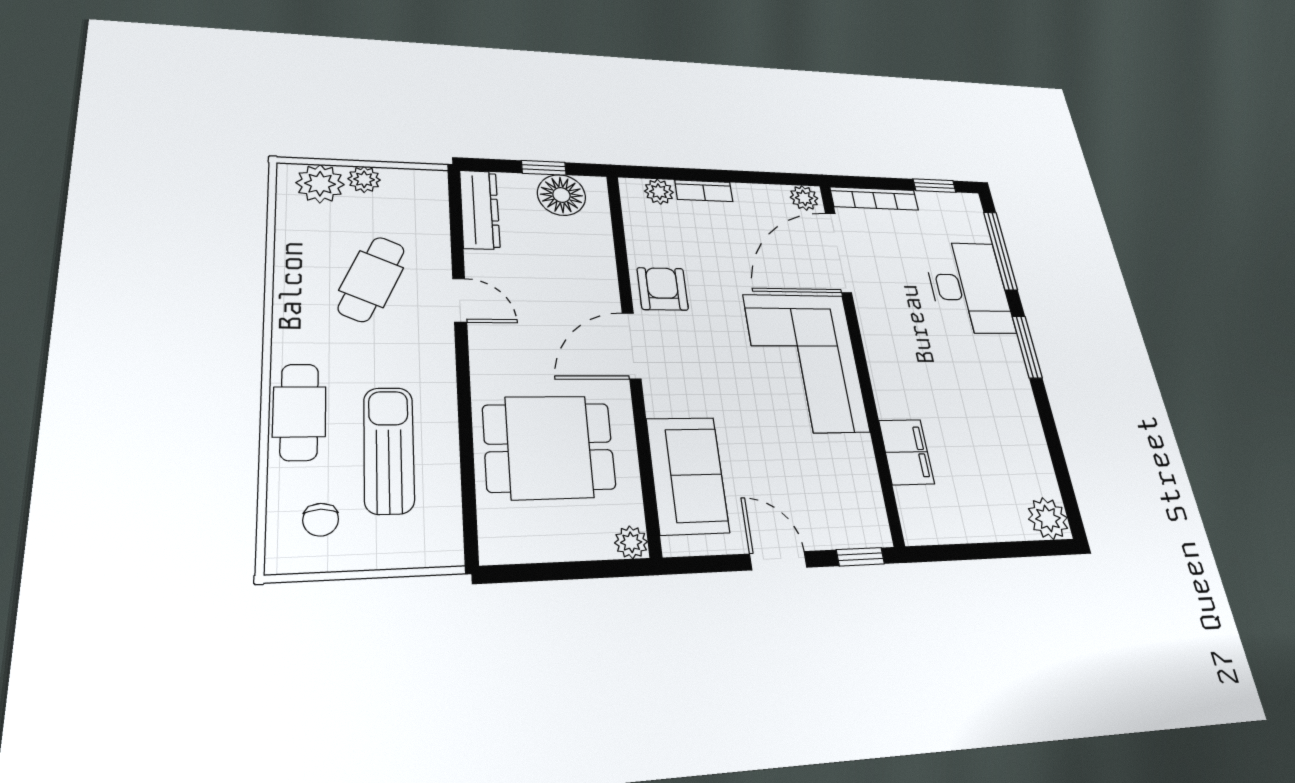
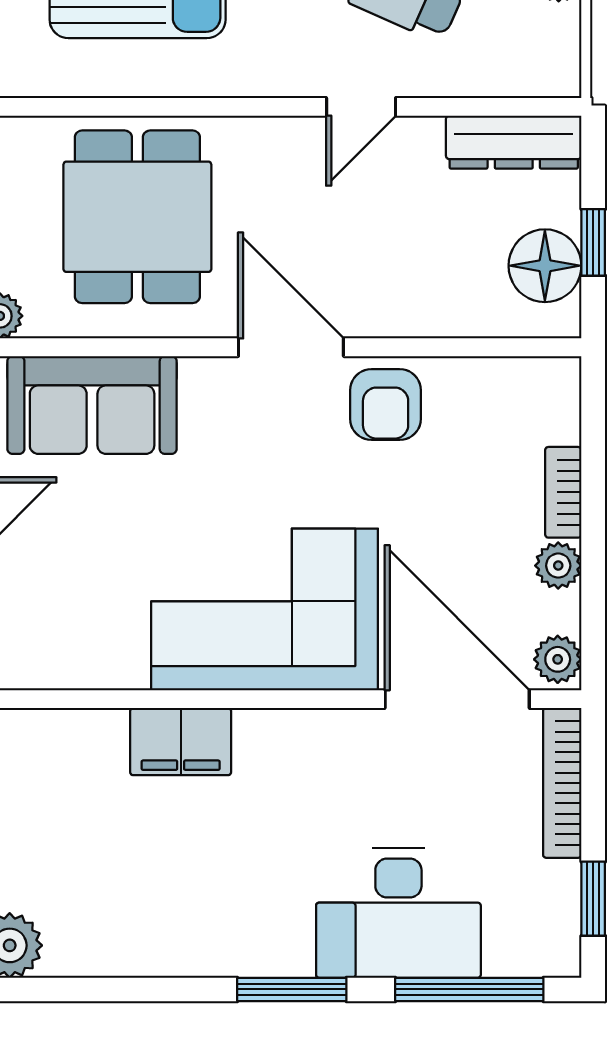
plant: (659, 192) -> (558, 566), moved
armchair: (663, 289) -> (386, 405), turned 90
filing cabinet: (906, 452) -> (181, 742), moved

